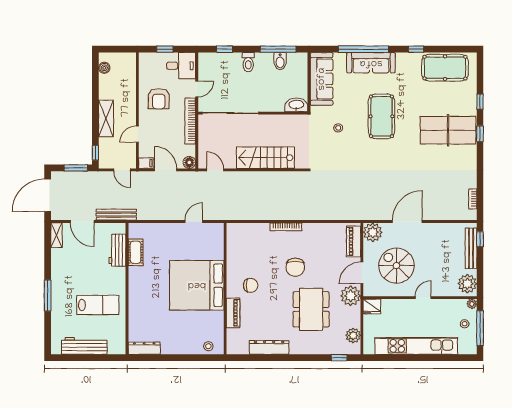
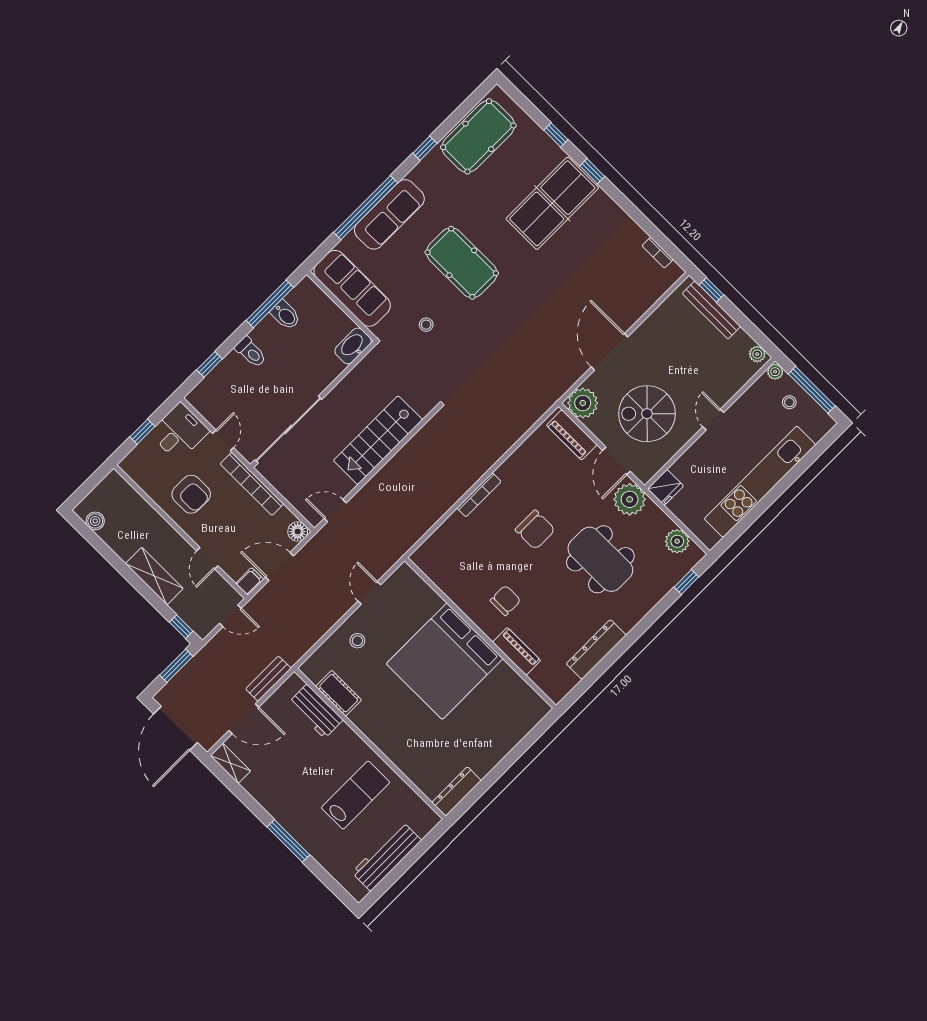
bench: (116, 215) -> (268, 679), width x0.73
plant: (467, 284) -> (757, 354), width x0.53, depth x0.53
stool: (208, 346) -> (357, 641), moved

